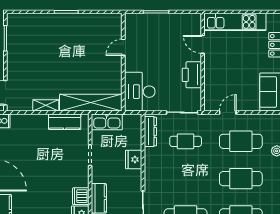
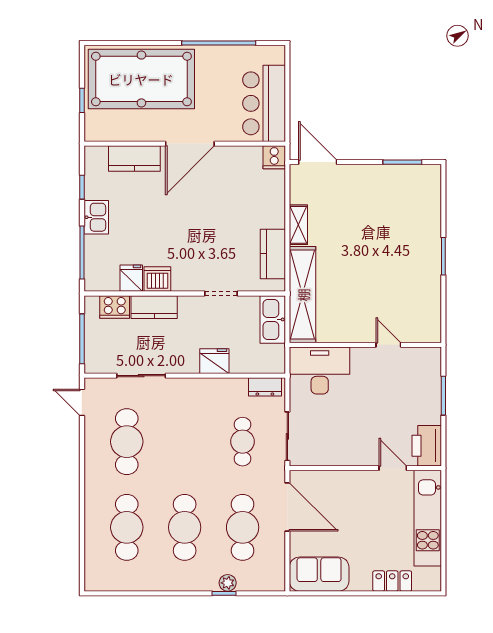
door: (203, 44) -> (393, 468), hinge flipped
printer: (192, 75) -> (427, 446), moved, turned -90
door: (228, 112) -> (287, 507), width x1.88
dresser: (150, 132) -> (265, 387), width x0.70

